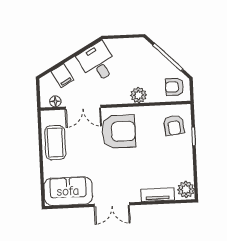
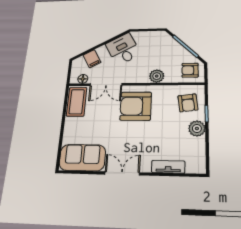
armchair: (119, 131) -> (136, 106), turned 180
coffee table: (55, 143) -> (77, 102), moved
plant: (186, 189) -> (197, 128), moved
double door: (112, 205) -> (122, 173), swing flipped

